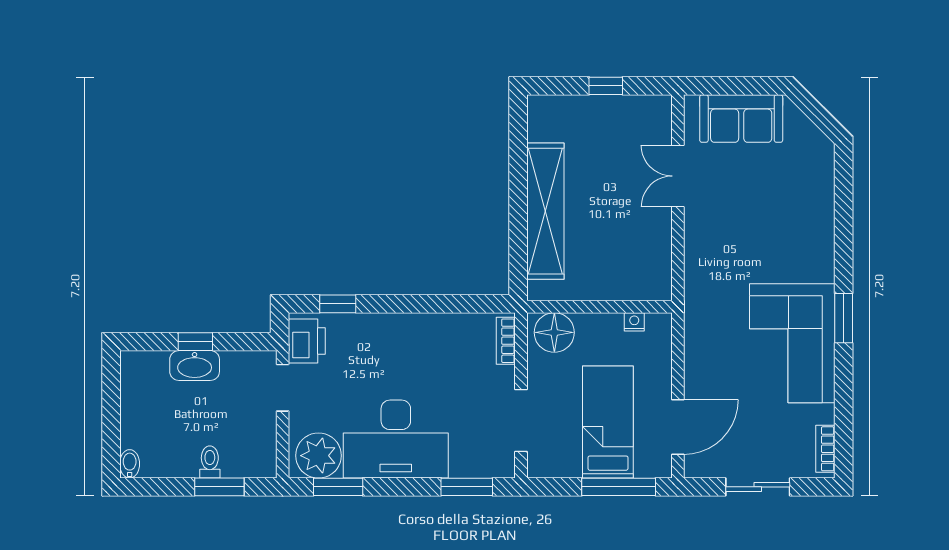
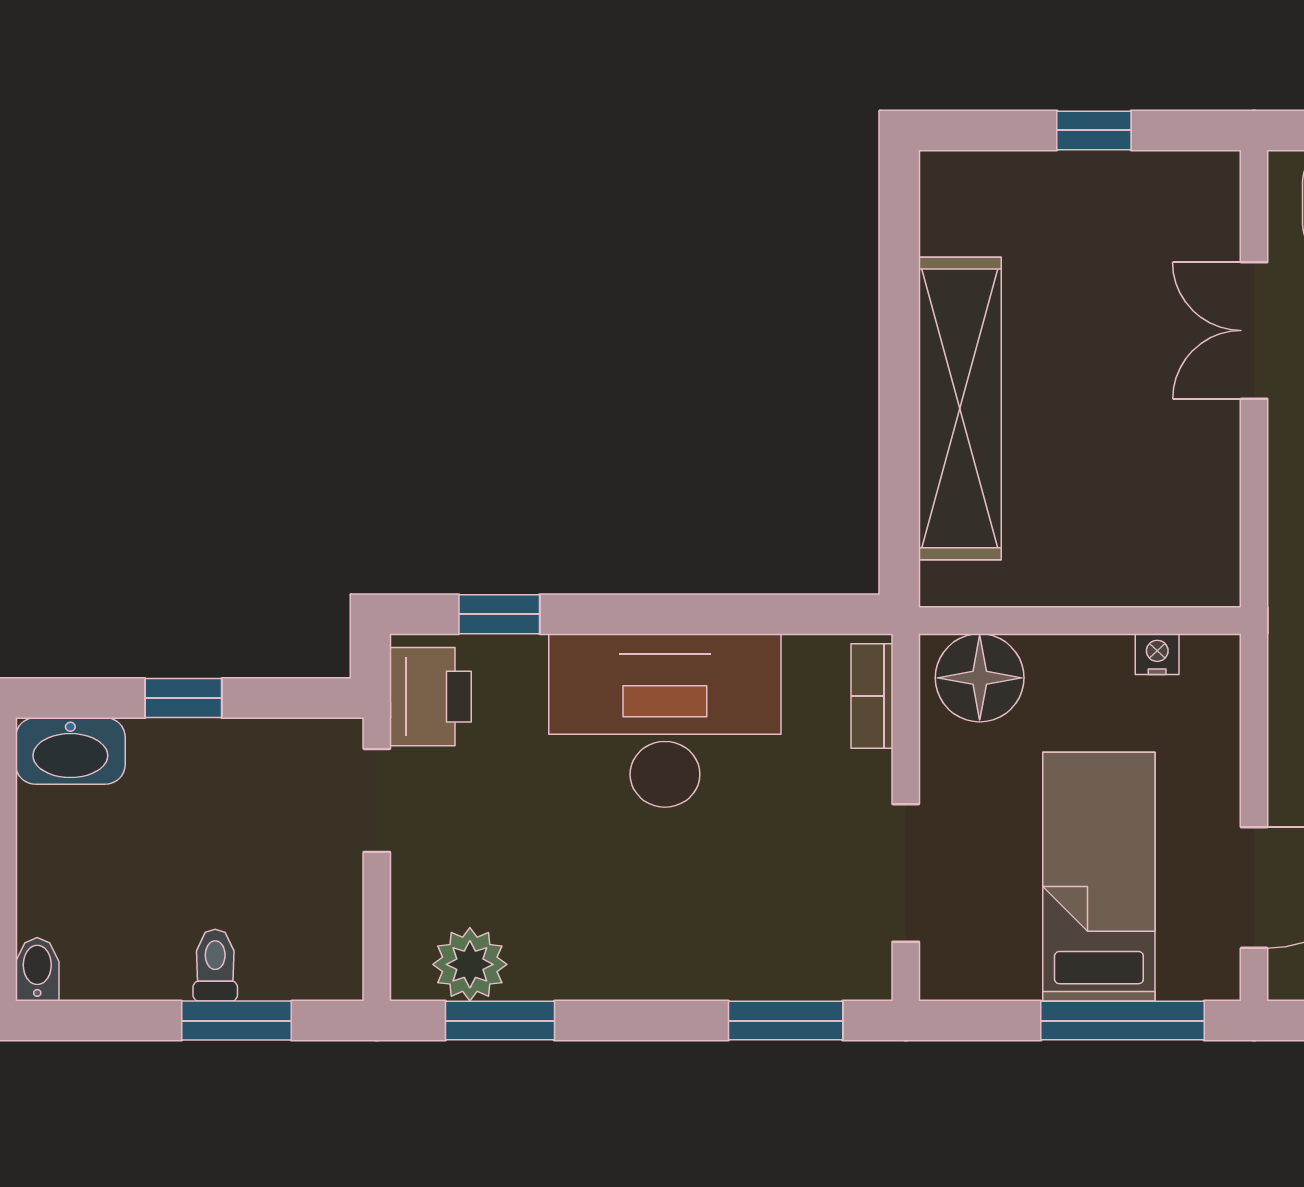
washbasin: (195, 365) -> (70, 751), moved
desk: (396, 439) -> (665, 720), moved, turned 180
plant: (318, 456) -> (470, 964), width x0.73, depth x0.73

